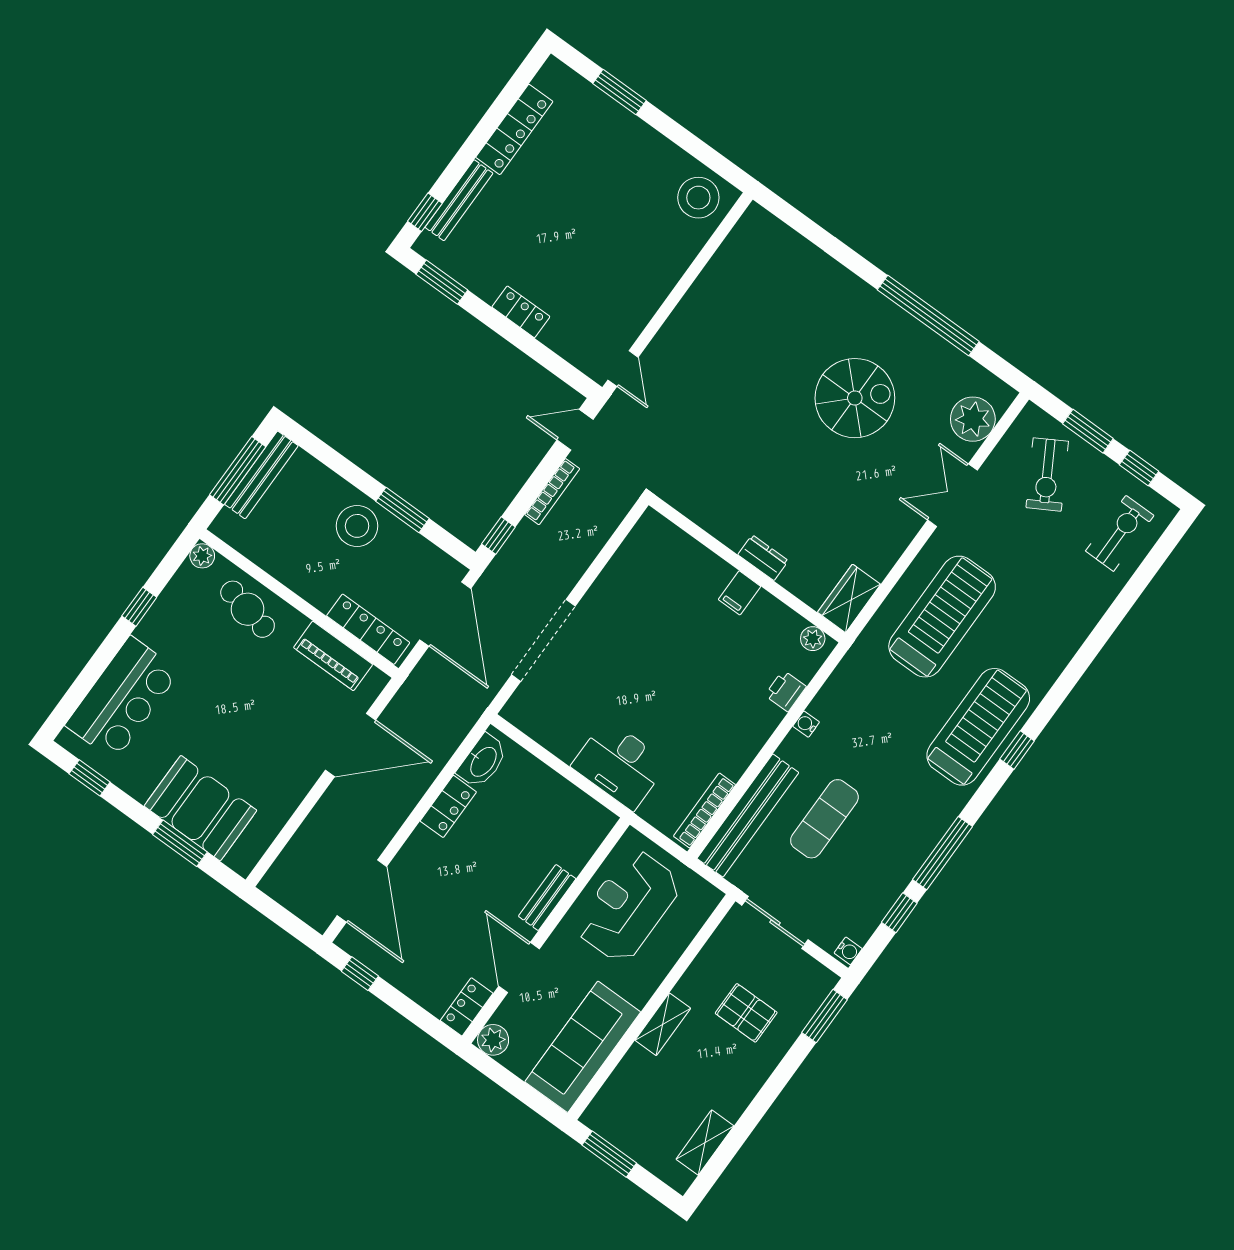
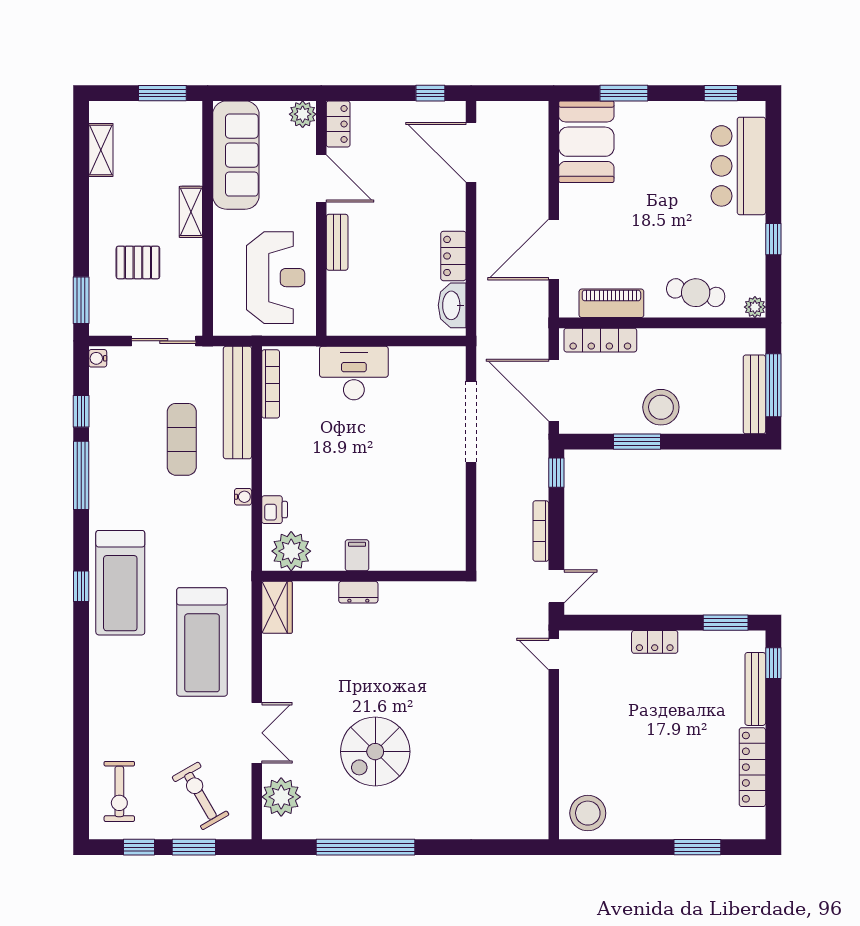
plant: (813, 639) -> (291, 551), width x1.88, depth x1.88
booth: (200, 808) -> (586, 142), moved, turned 90

